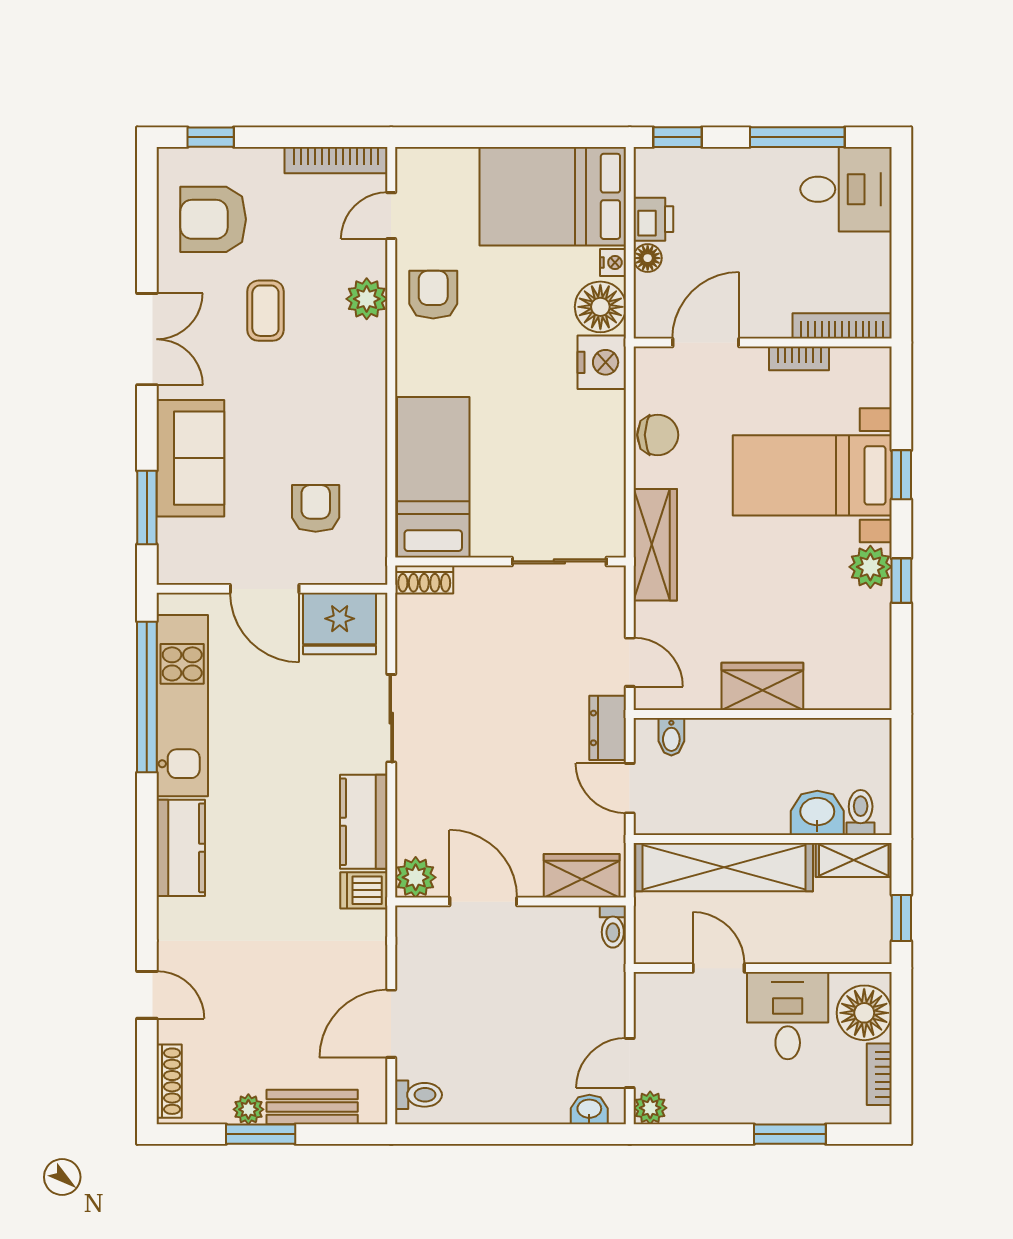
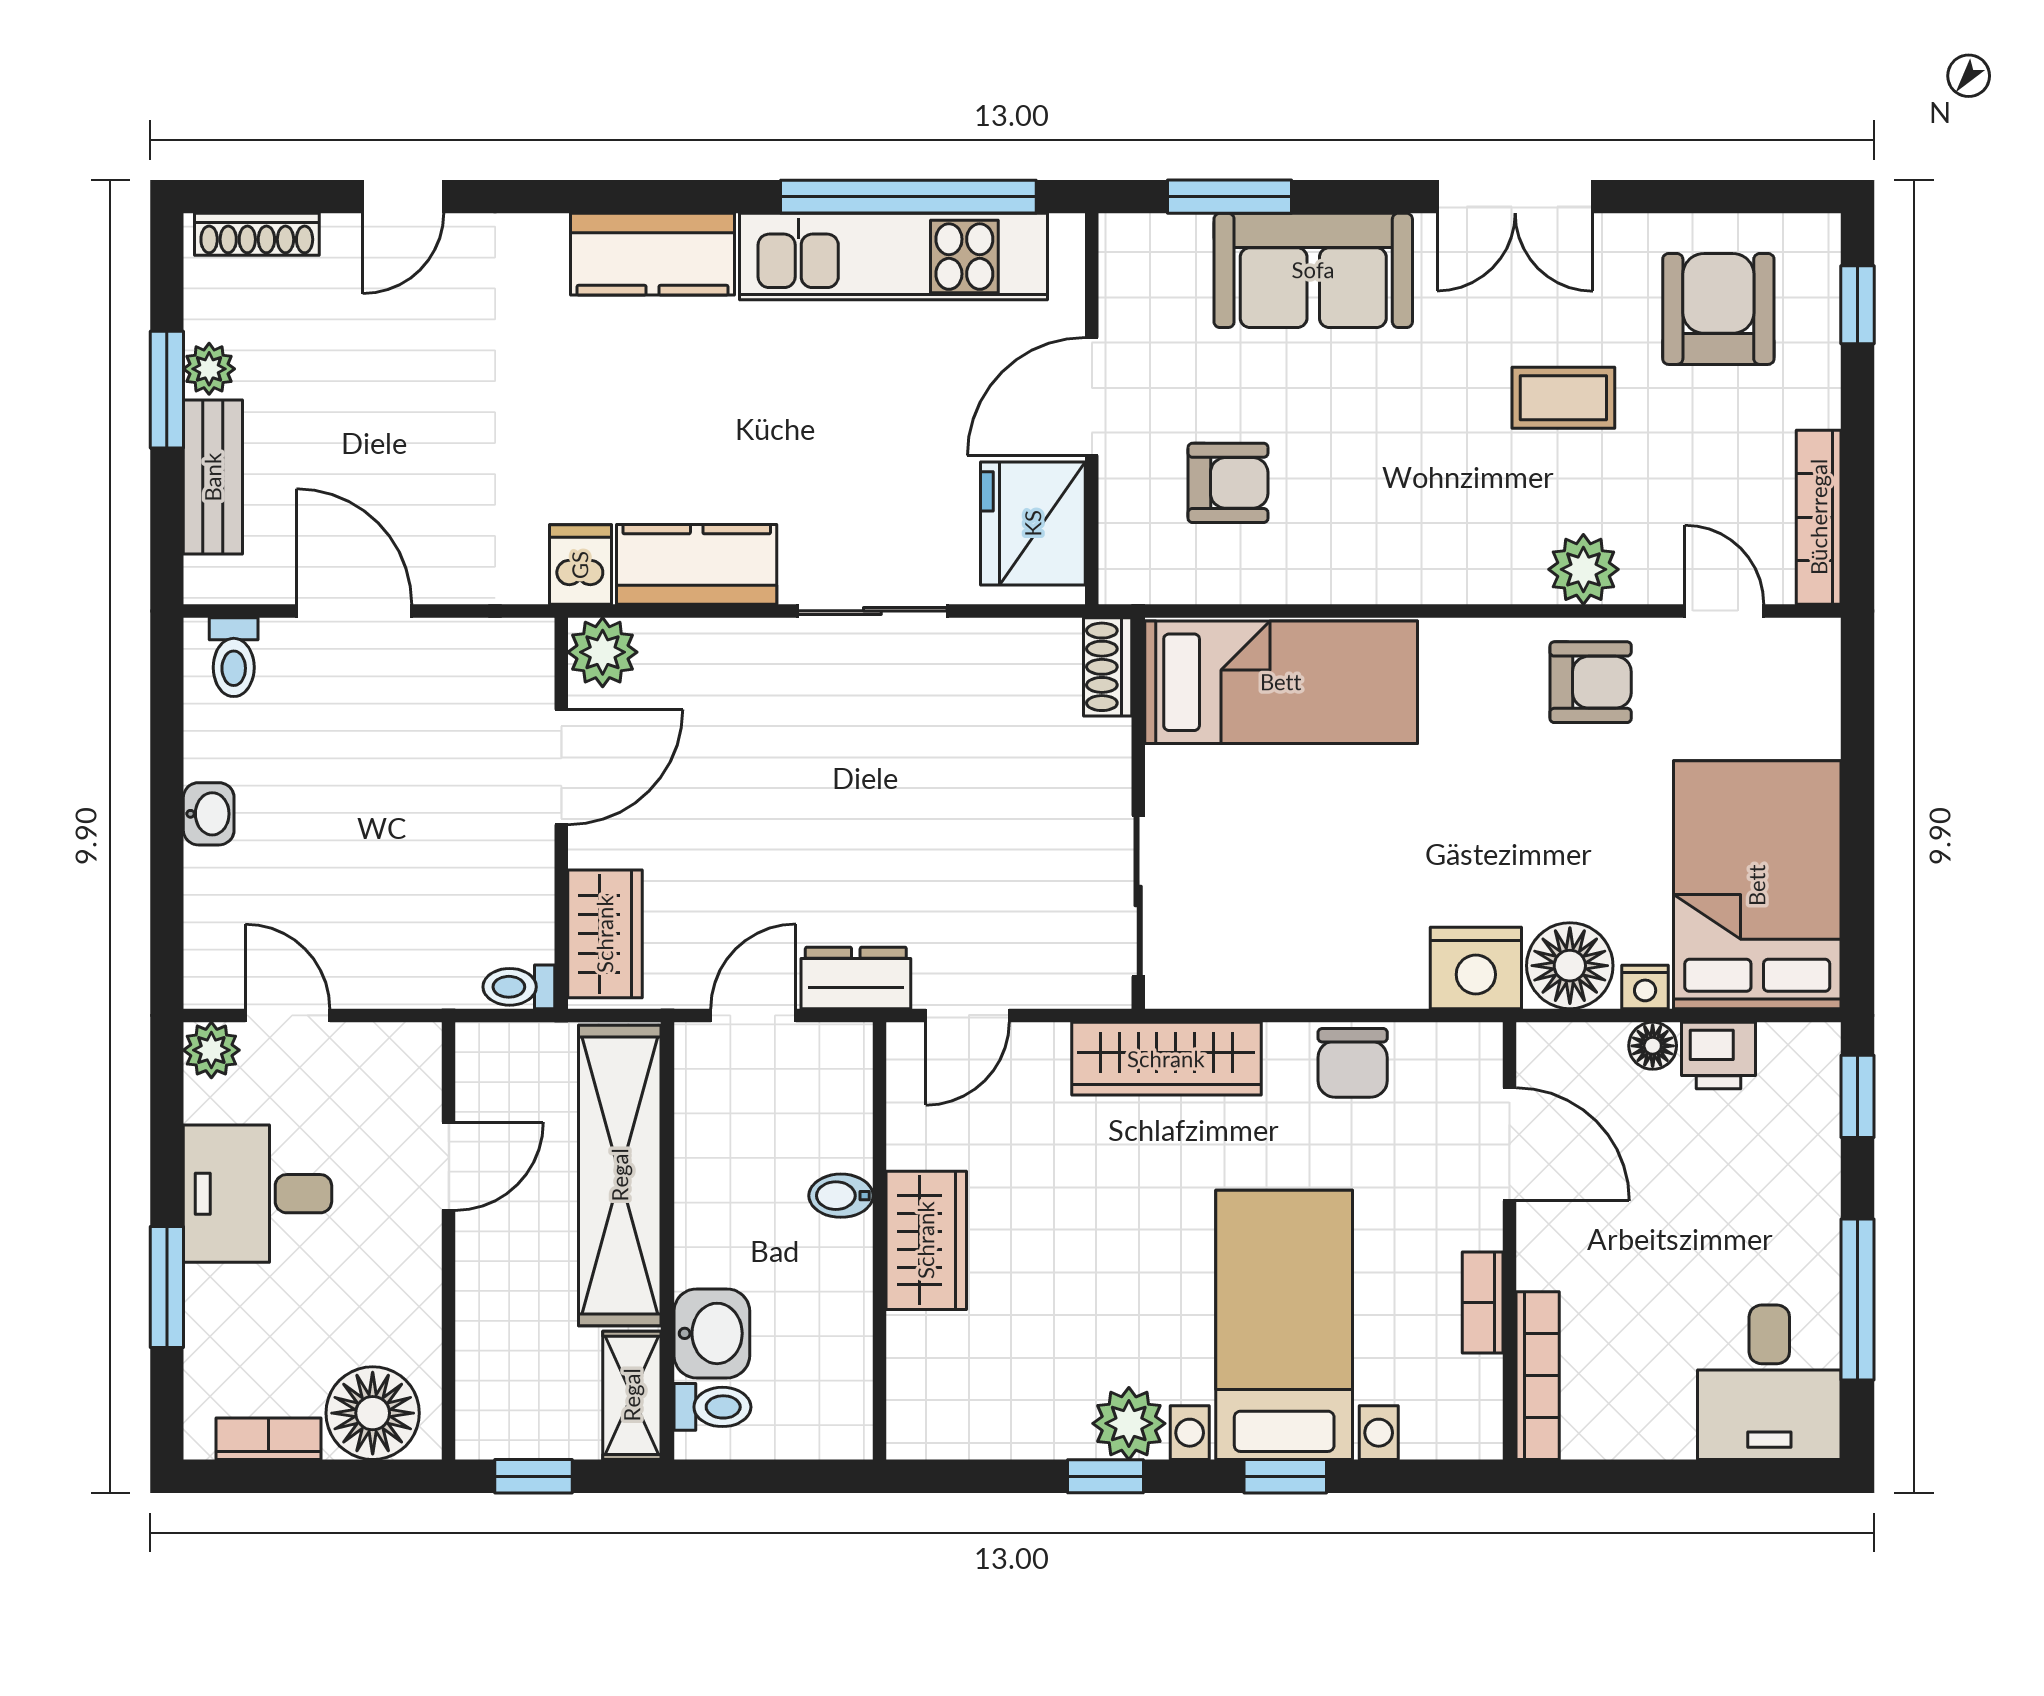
bidet: (671, 737) -> (841, 1196), moved
desk: (788, 1016) -> (257, 1194), moved, turned 180
washbasin: (589, 1110) -> (209, 814), moved

